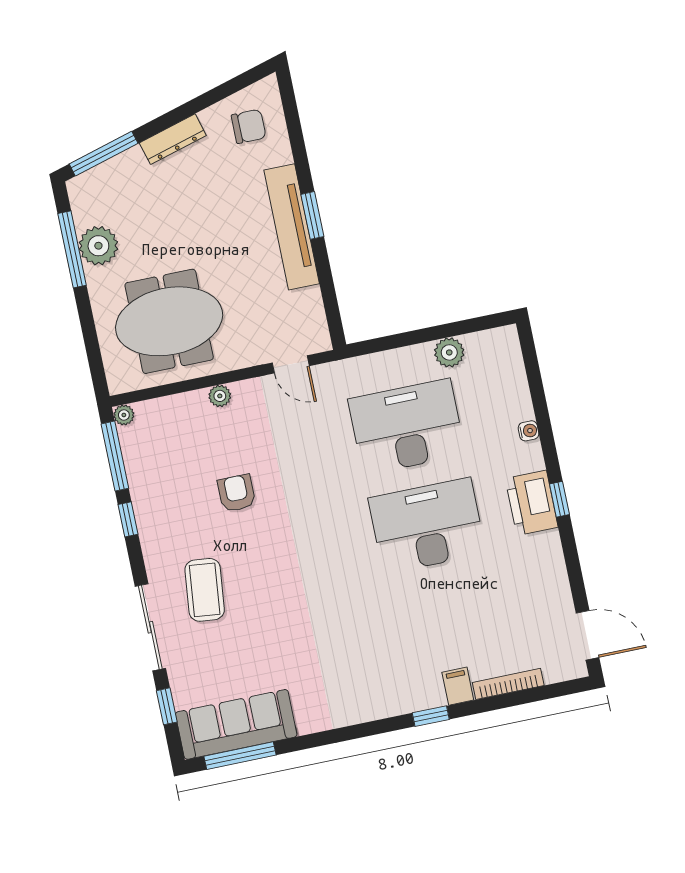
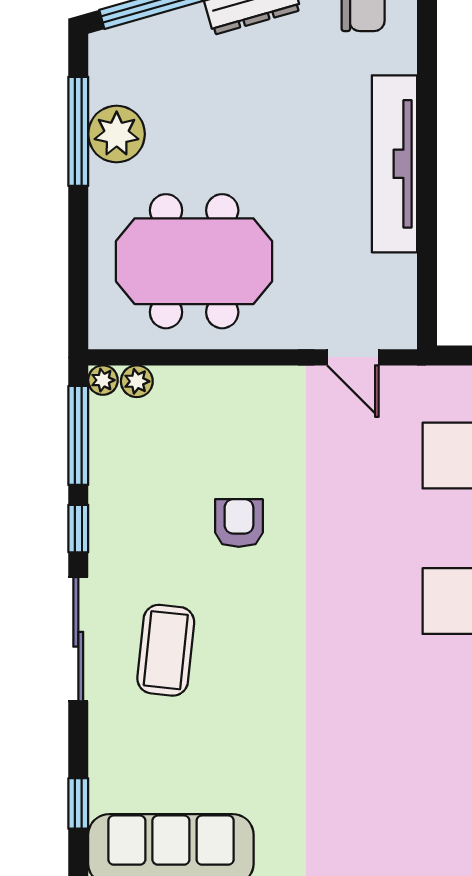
window: (312, 215) -> (427, 154), removed
plant: (220, 396) -> (137, 381), moved
sliding door: (150, 627) -> (78, 639), moved

